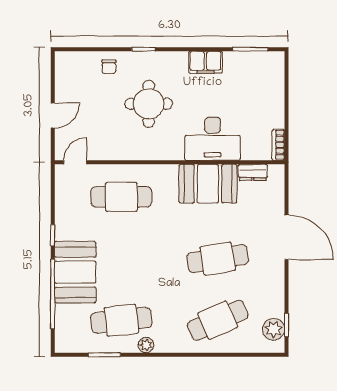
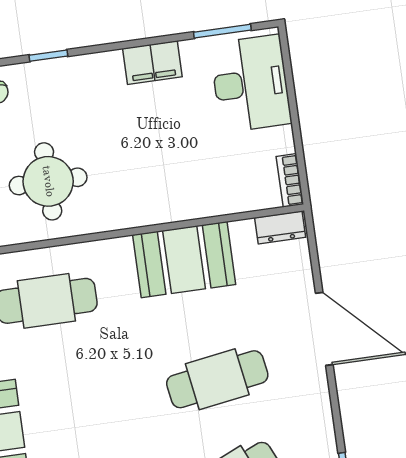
round table: (149, 104) -> (48, 181), moved
desk: (213, 139) -> (251, 83), moved, turned -90
dresser: (253, 172) -> (280, 227), moved

